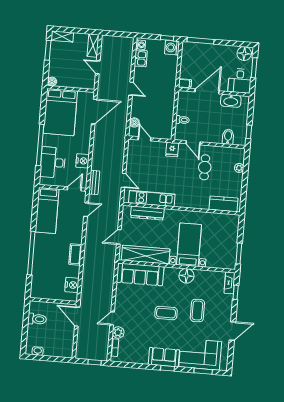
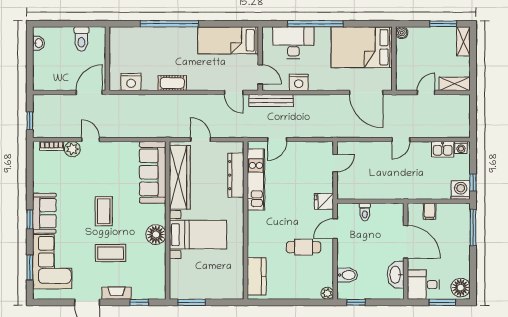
filing cabinet: (185, 84) -> (430, 211), moved
boiler: (134, 122) -> (356, 148), removed
plant: (239, 168) -> (327, 293), moved
bench: (94, 182) -> (271, 100), width x1.36
fireplace: (230, 283) -> (116, 293), moved

